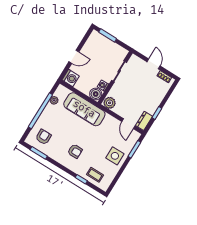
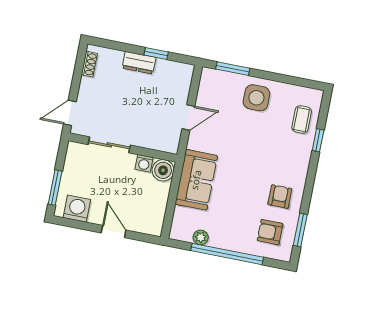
door: (154, 64) -> (70, 113), moved
washing machine: (71, 78) -> (77, 209), moved
plant: (110, 103) -> (169, 141), removed
sofa: (84, 109) -> (196, 180), width x0.73
dresser: (144, 121) -> (139, 63), moved
door: (128, 124) -> (188, 118), moved
armchair: (75, 151) -> (280, 197), moved

